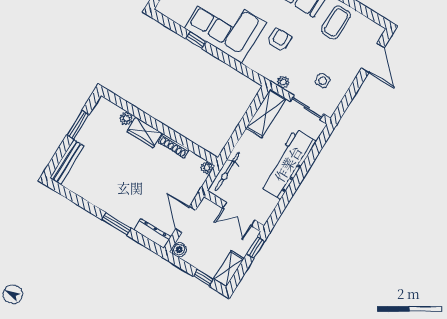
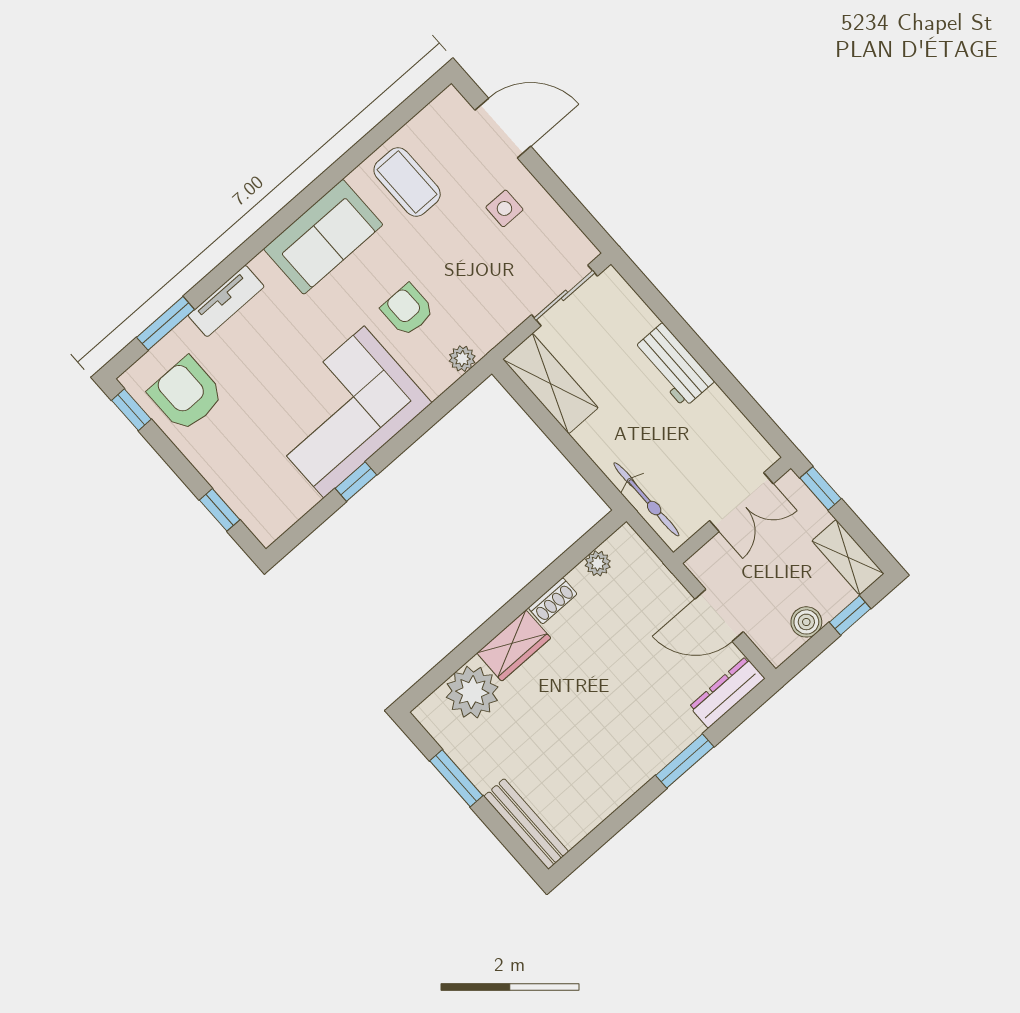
side table: (323, 81) -> (504, 208), moved
plant: (283, 82) -> (462, 359), moved
plant: (126, 118) -> (472, 692), width x1.88, depth x1.88
shoe rack: (174, 146) -> (553, 601), width x0.70
workbench: (288, 164) -> (673, 365), width x0.53, depth x0.76
plant: (207, 168) -> (598, 563), moved
boiler: (179, 250) -> (806, 622), moved

